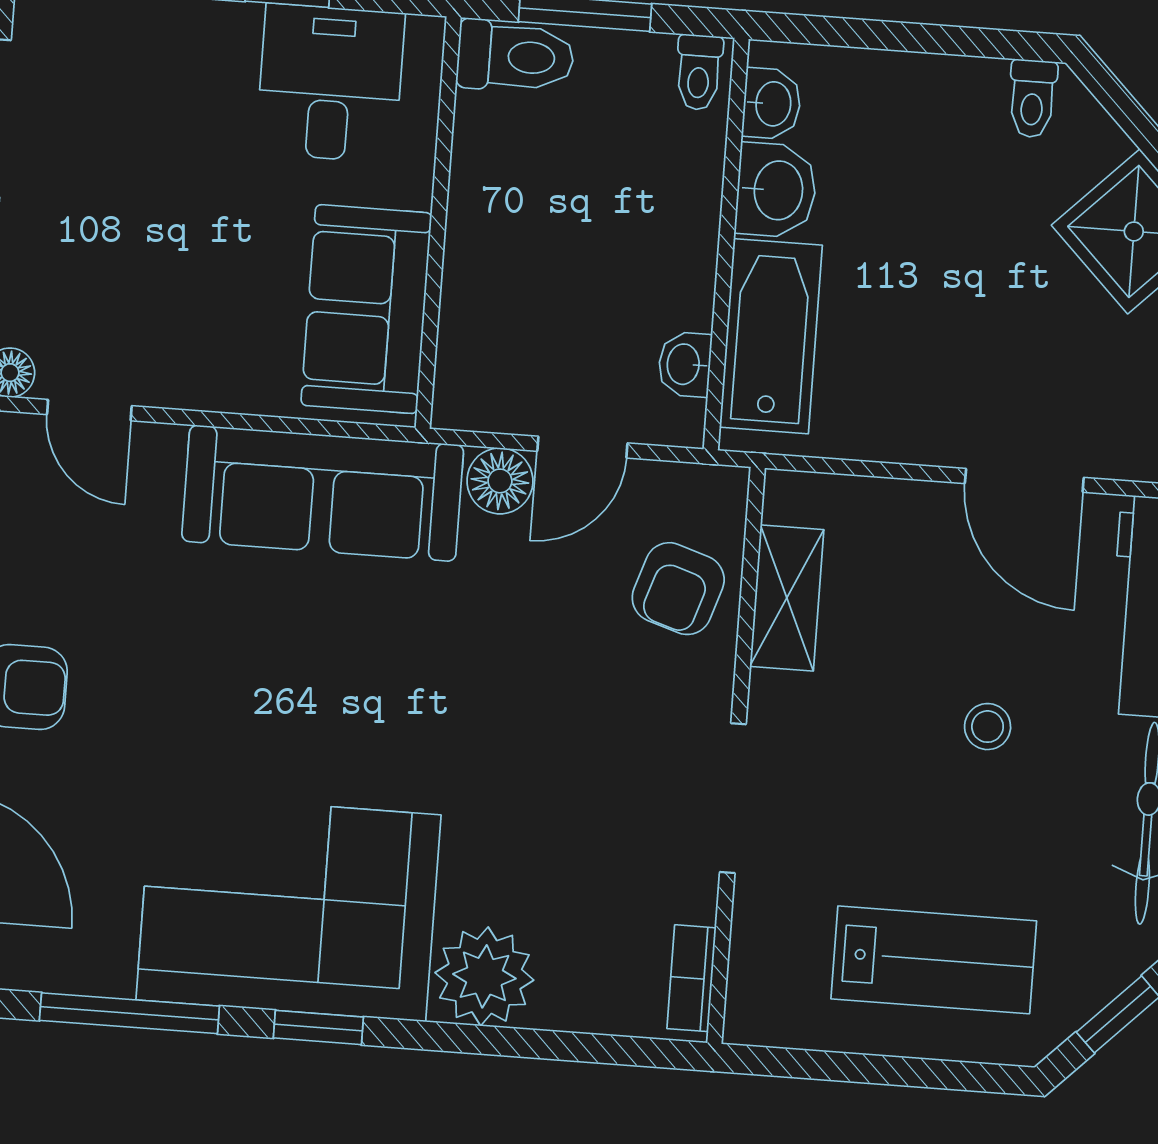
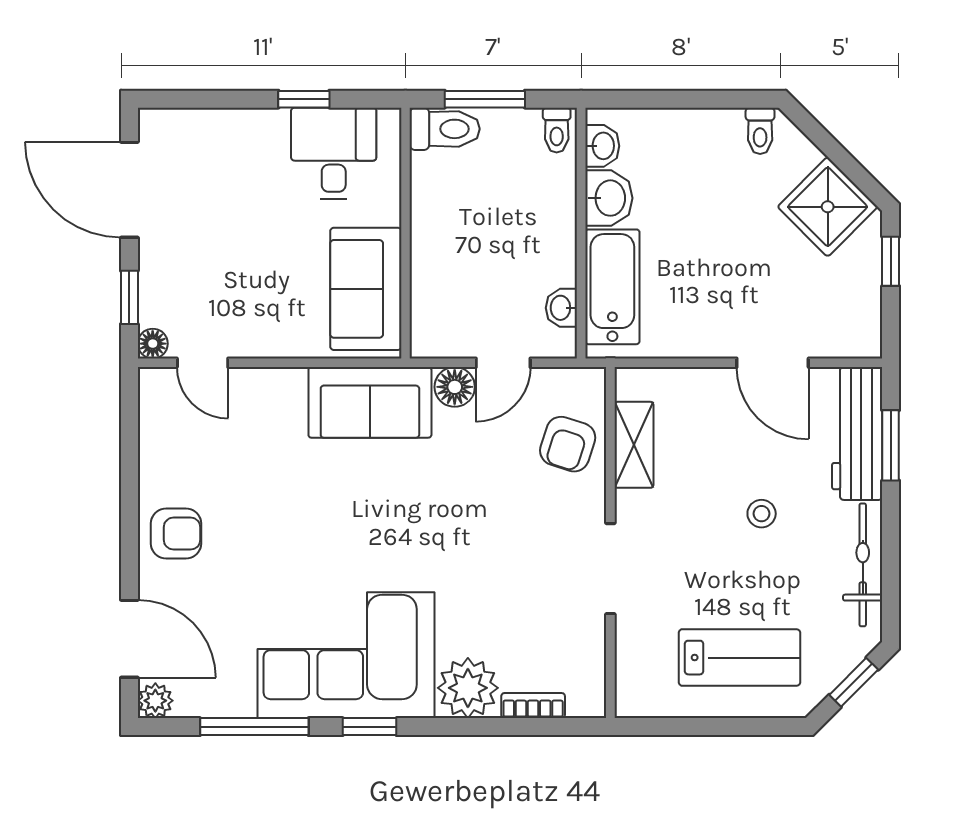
sofa: (323, 493) -> (370, 402), width x0.73
bookcase: (692, 978) -> (533, 706), moved, turned 90

